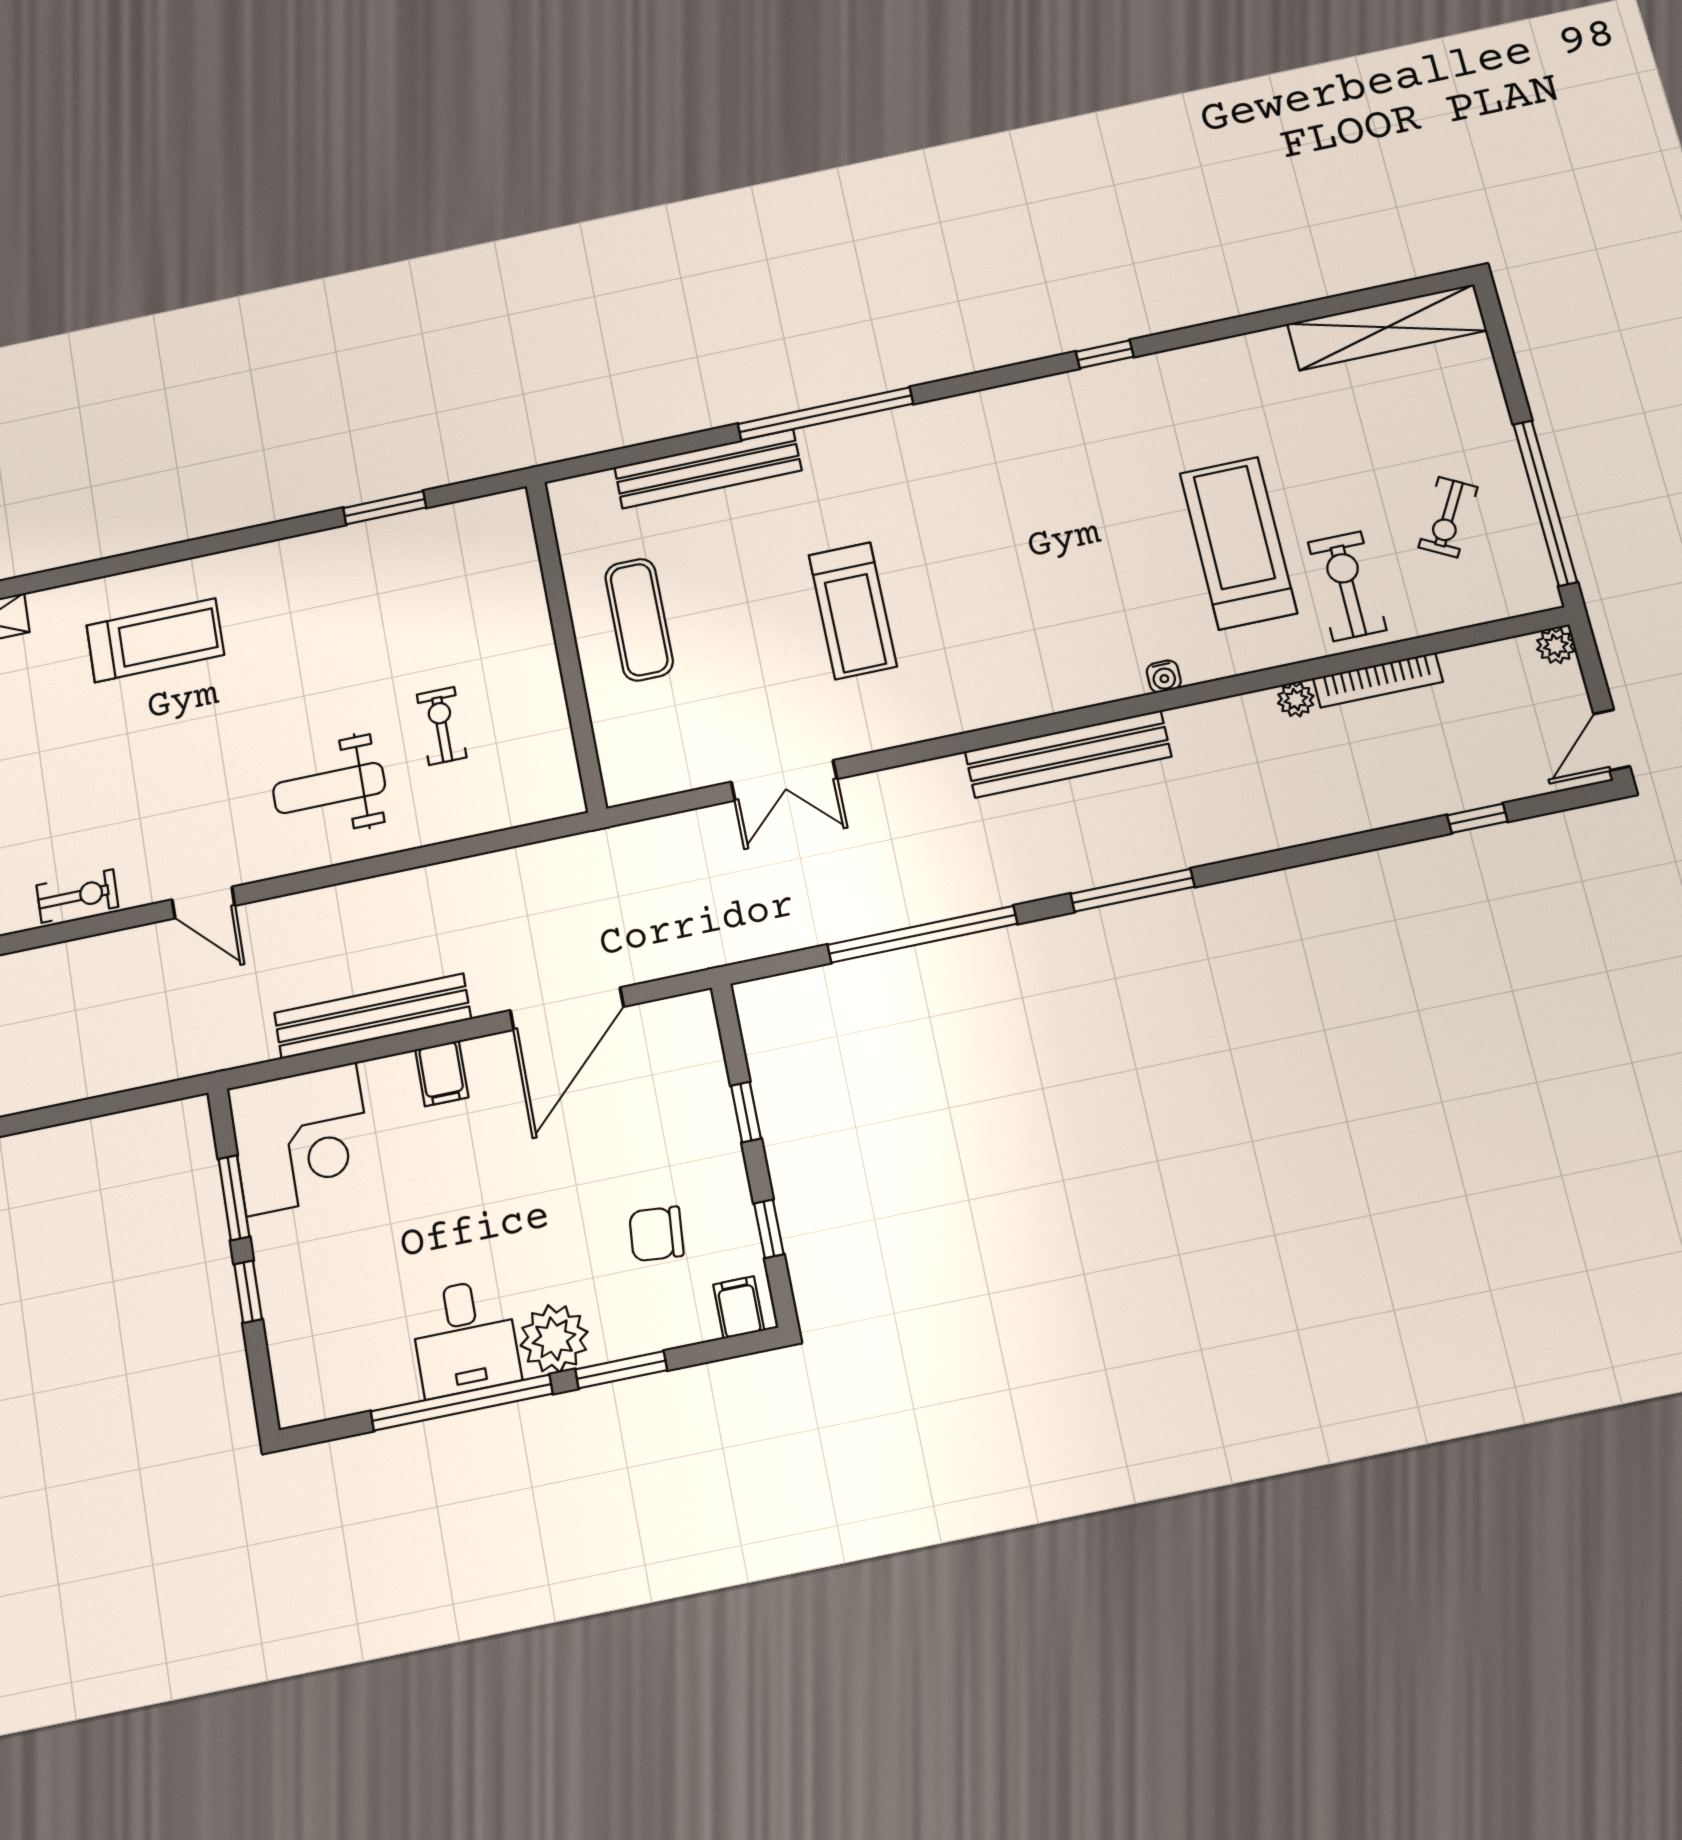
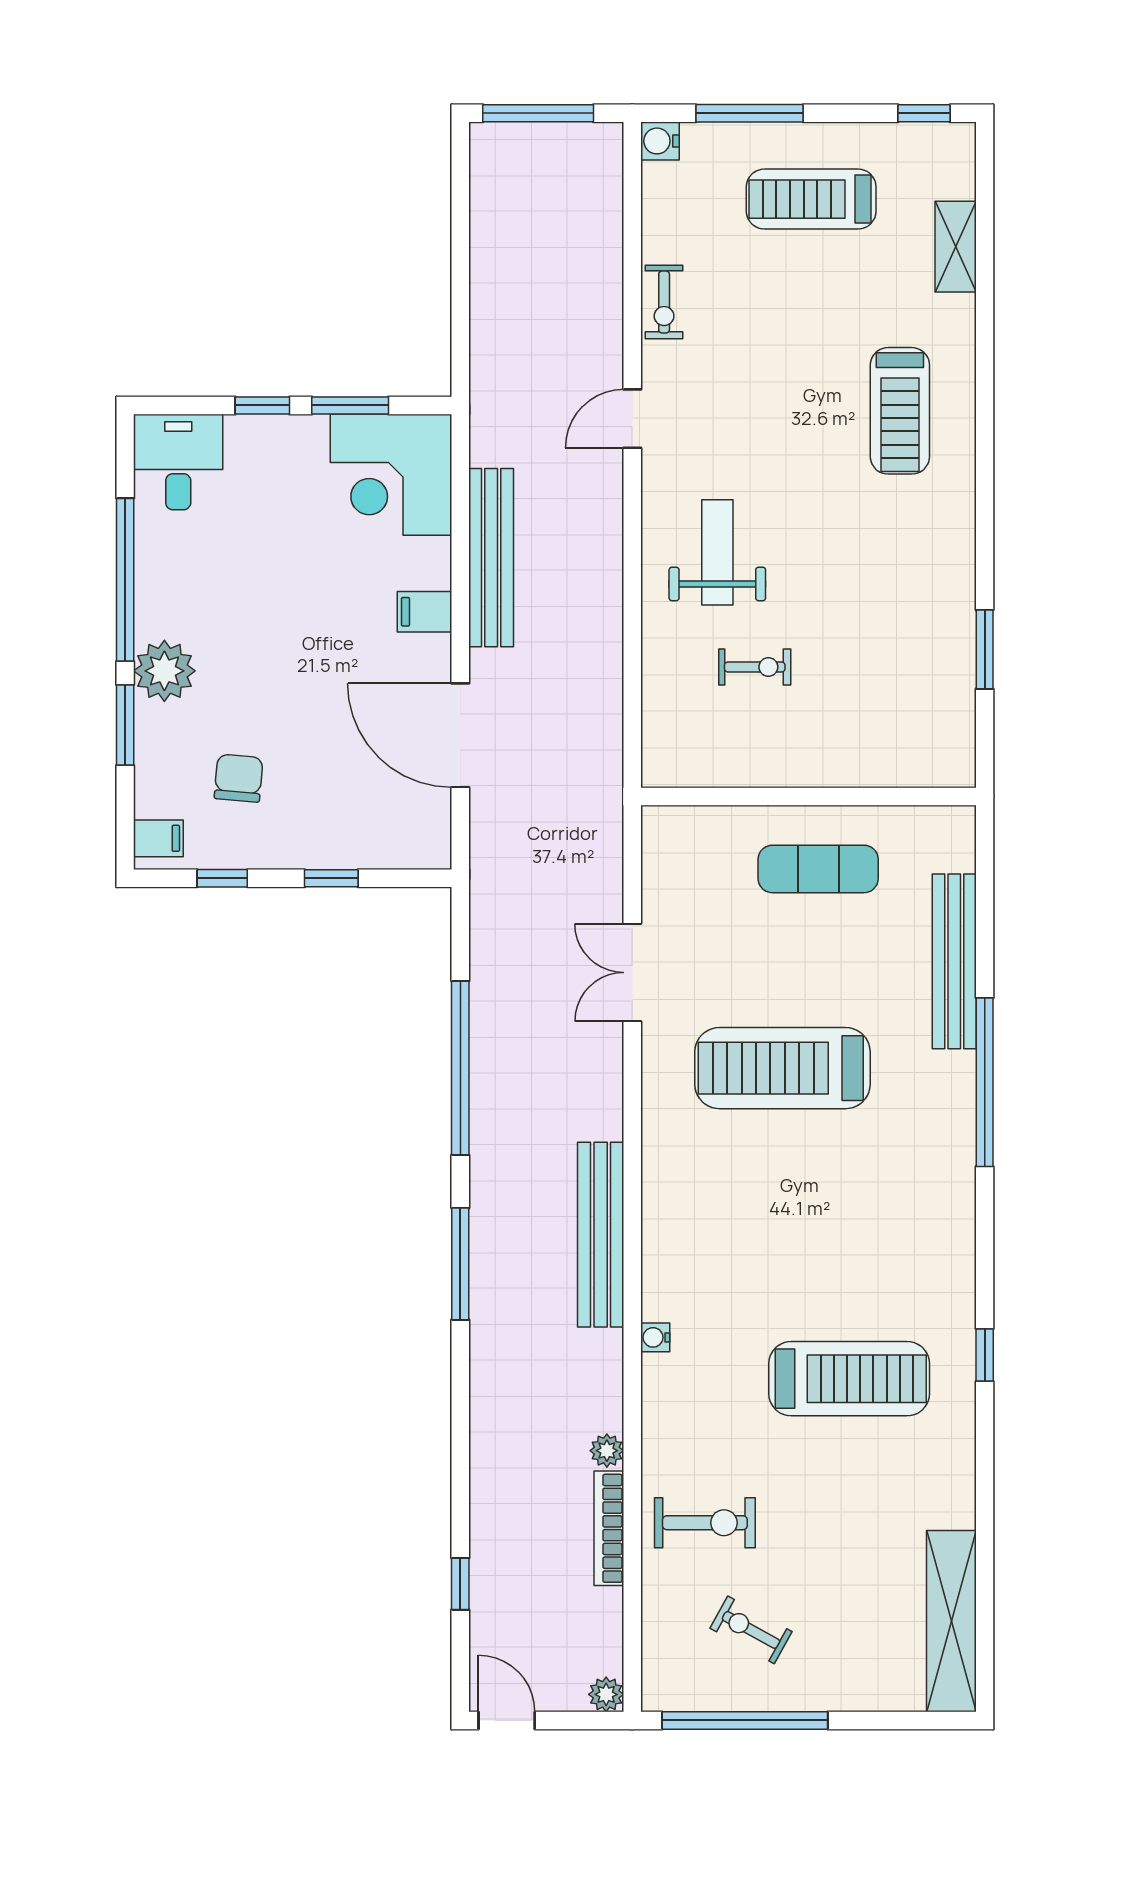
treadmill: (1238, 543) -> (849, 1379), moved
treadmill: (853, 611) -> (782, 1068), width x1.37, depth x1.38
desk: (465, 1338) -> (178, 462), moved, turned 90

